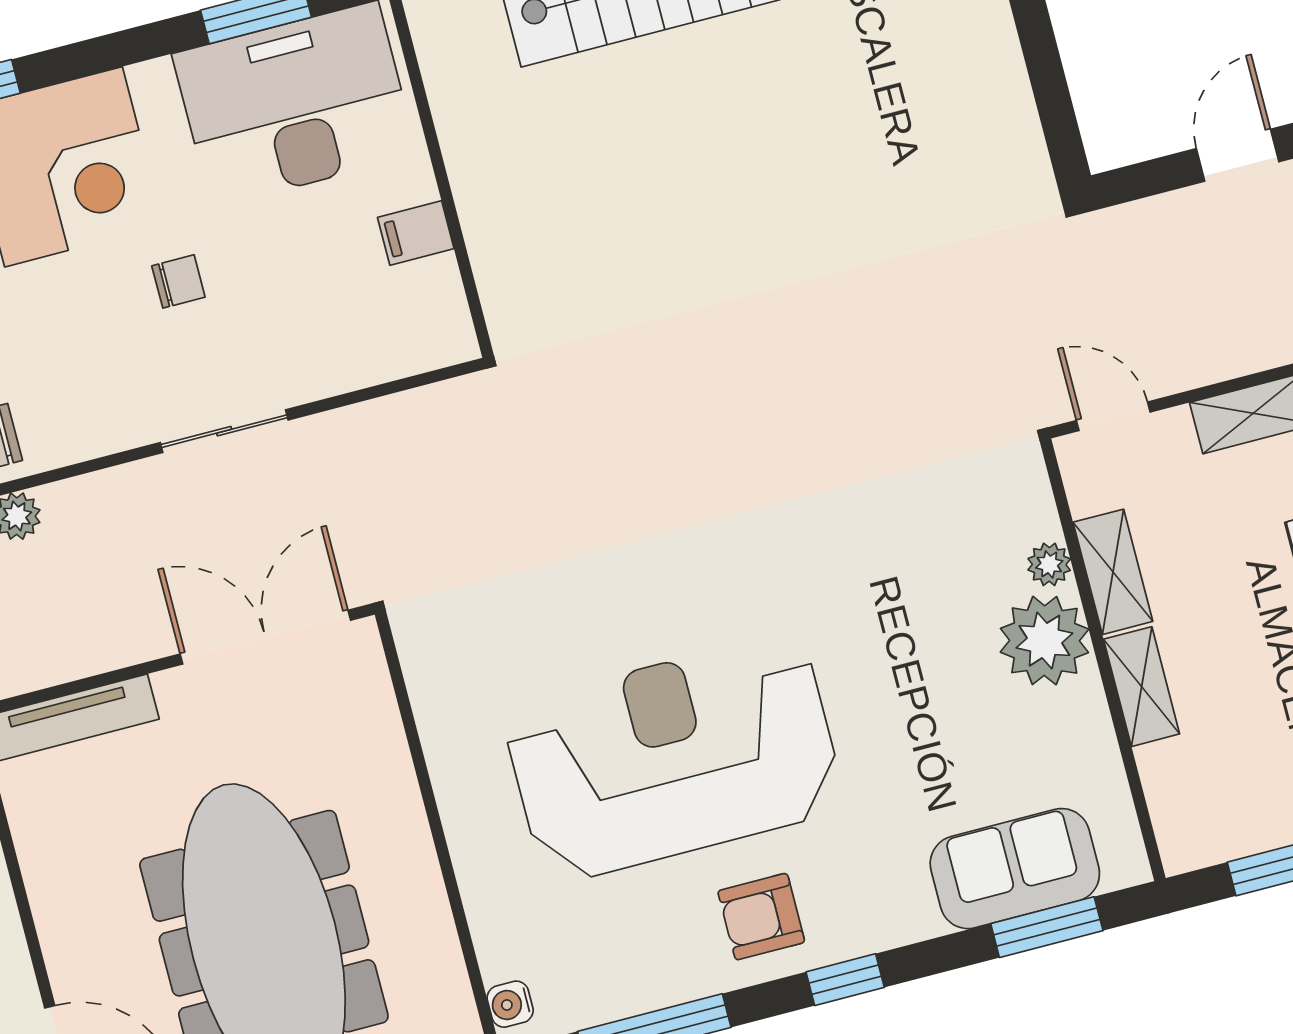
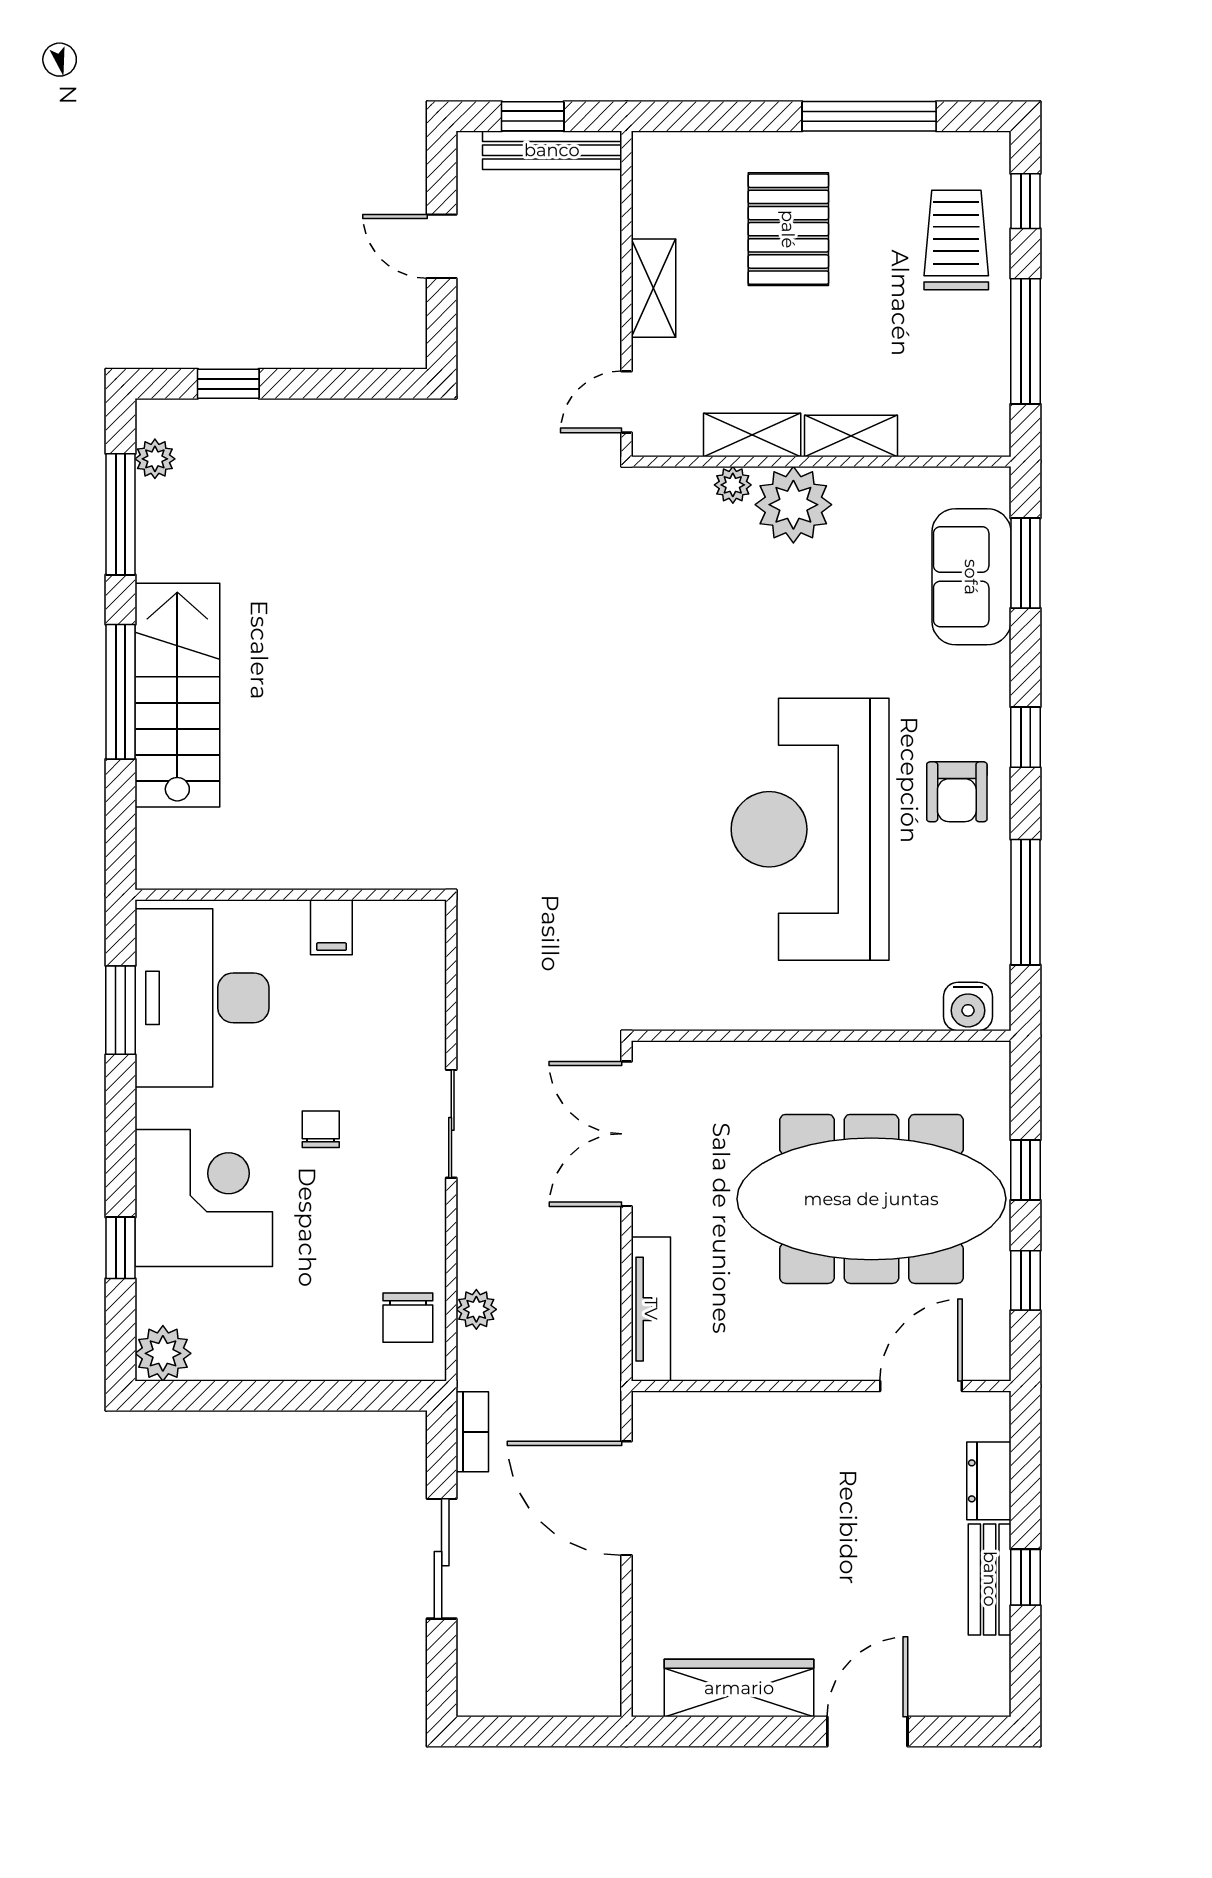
water cooler: (510, 1004) -> (968, 1007), width x1.38, depth x1.38

